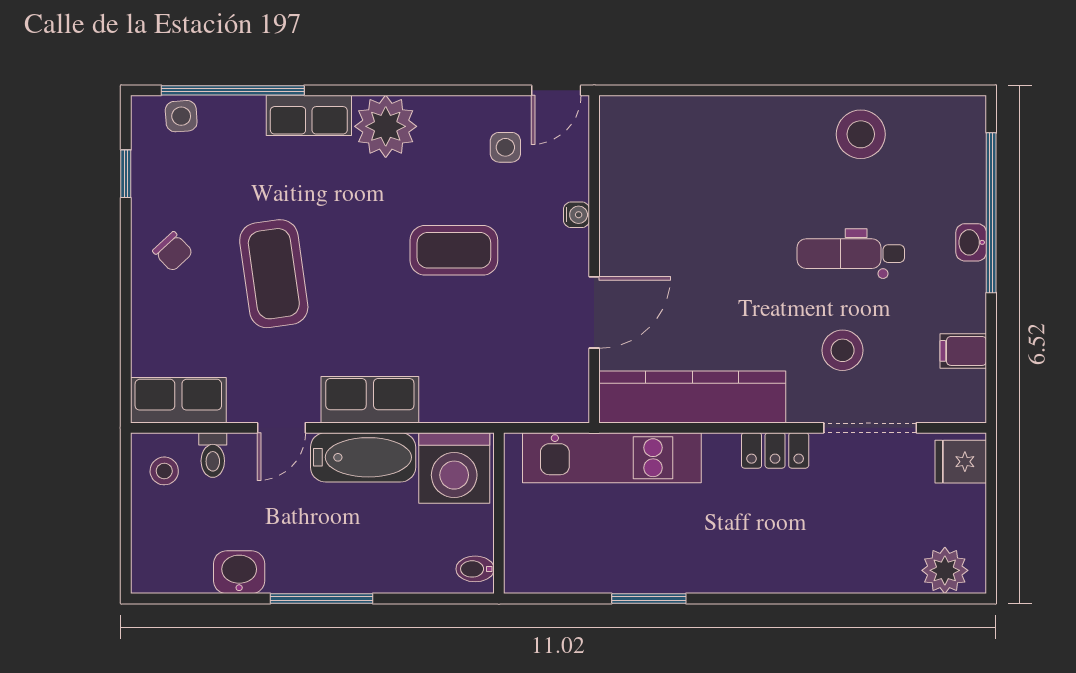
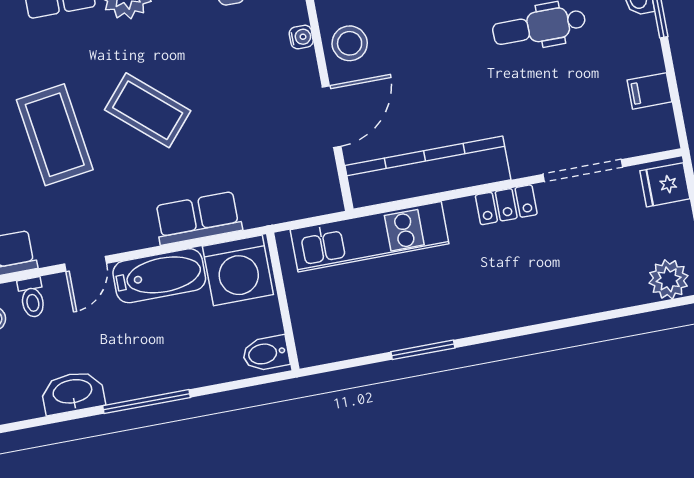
coffee table: (454, 250) -> (148, 110), moved, turned 41
stool: (843, 350) -> (350, 43), moved
row of seats: (370, 400) -> (198, 218), moved
bidet: (475, 569) -> (266, 353), width x1.38, depth x1.36
washbasin: (239, 572) -> (73, 392), width x1.38

